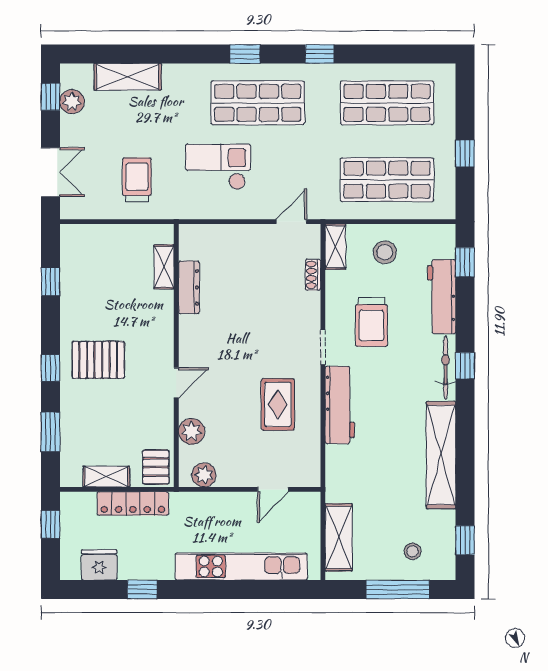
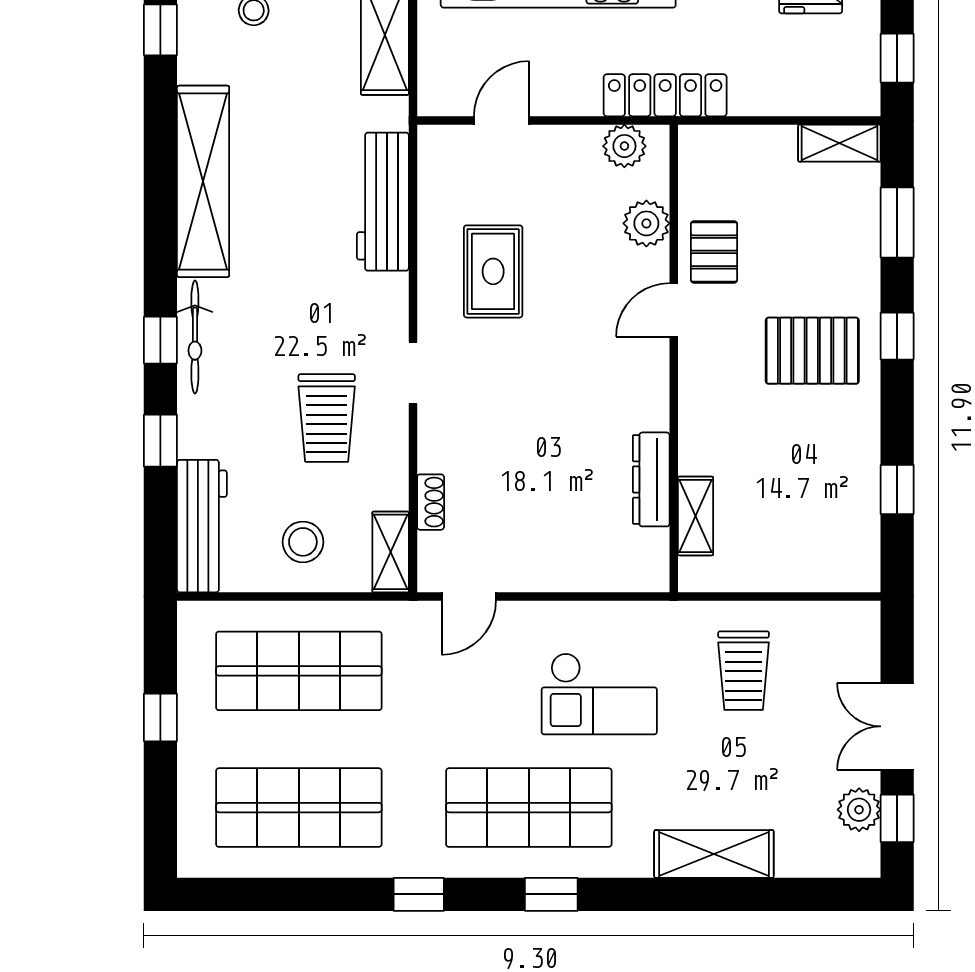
shelving: (128, 77) -> (714, 854), moved
double door: (51, 172) -> (897, 726), moved
window: (465, 262) -> (160, 441), moved
workbench: (442, 297) -> (202, 526), moved
trolley: (371, 322) -> (327, 418), turned 180
workbench: (340, 405) -> (383, 202), moved
pallet: (156, 467) -> (714, 252), moved
shelving: (106, 477) -> (839, 143), moved
locker: (133, 504) -> (665, 95), moved

